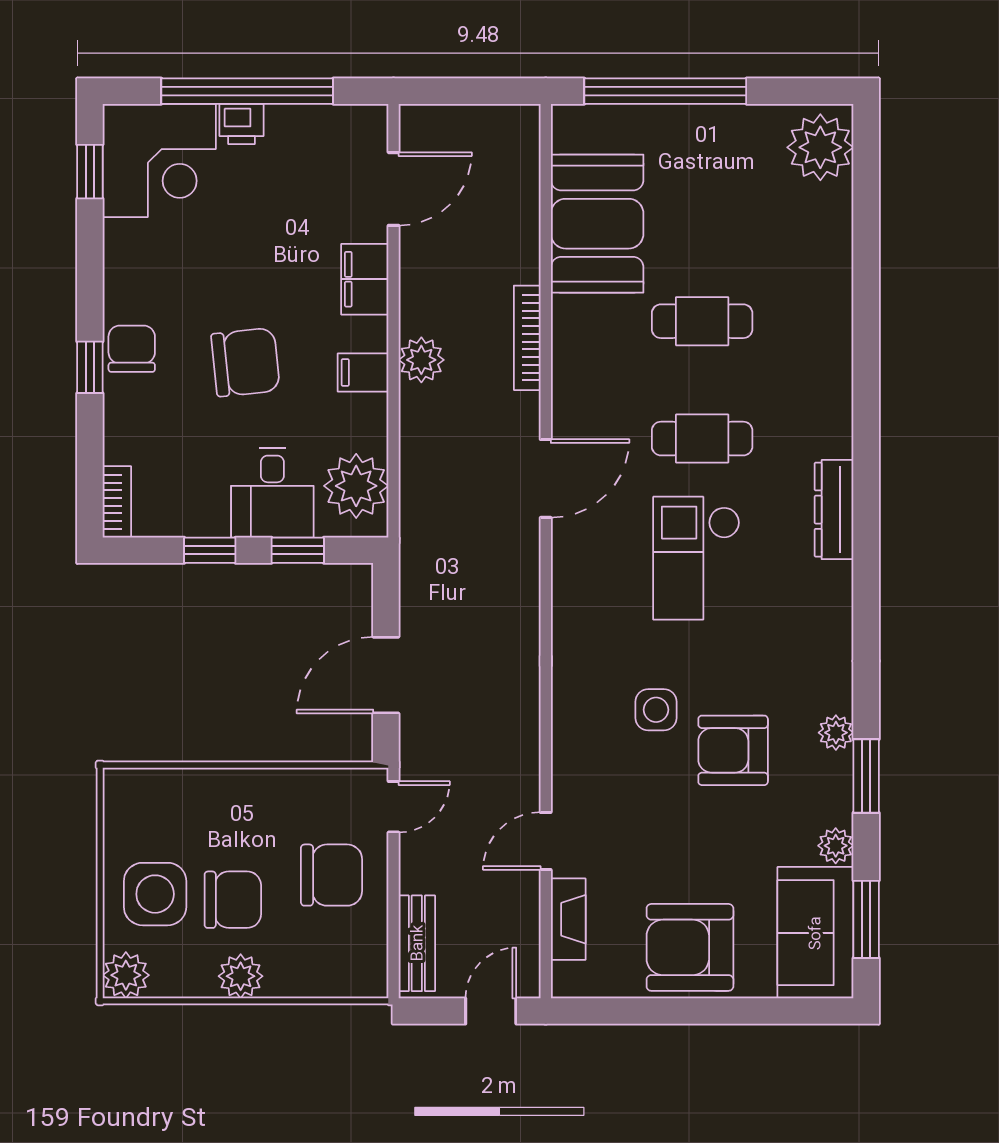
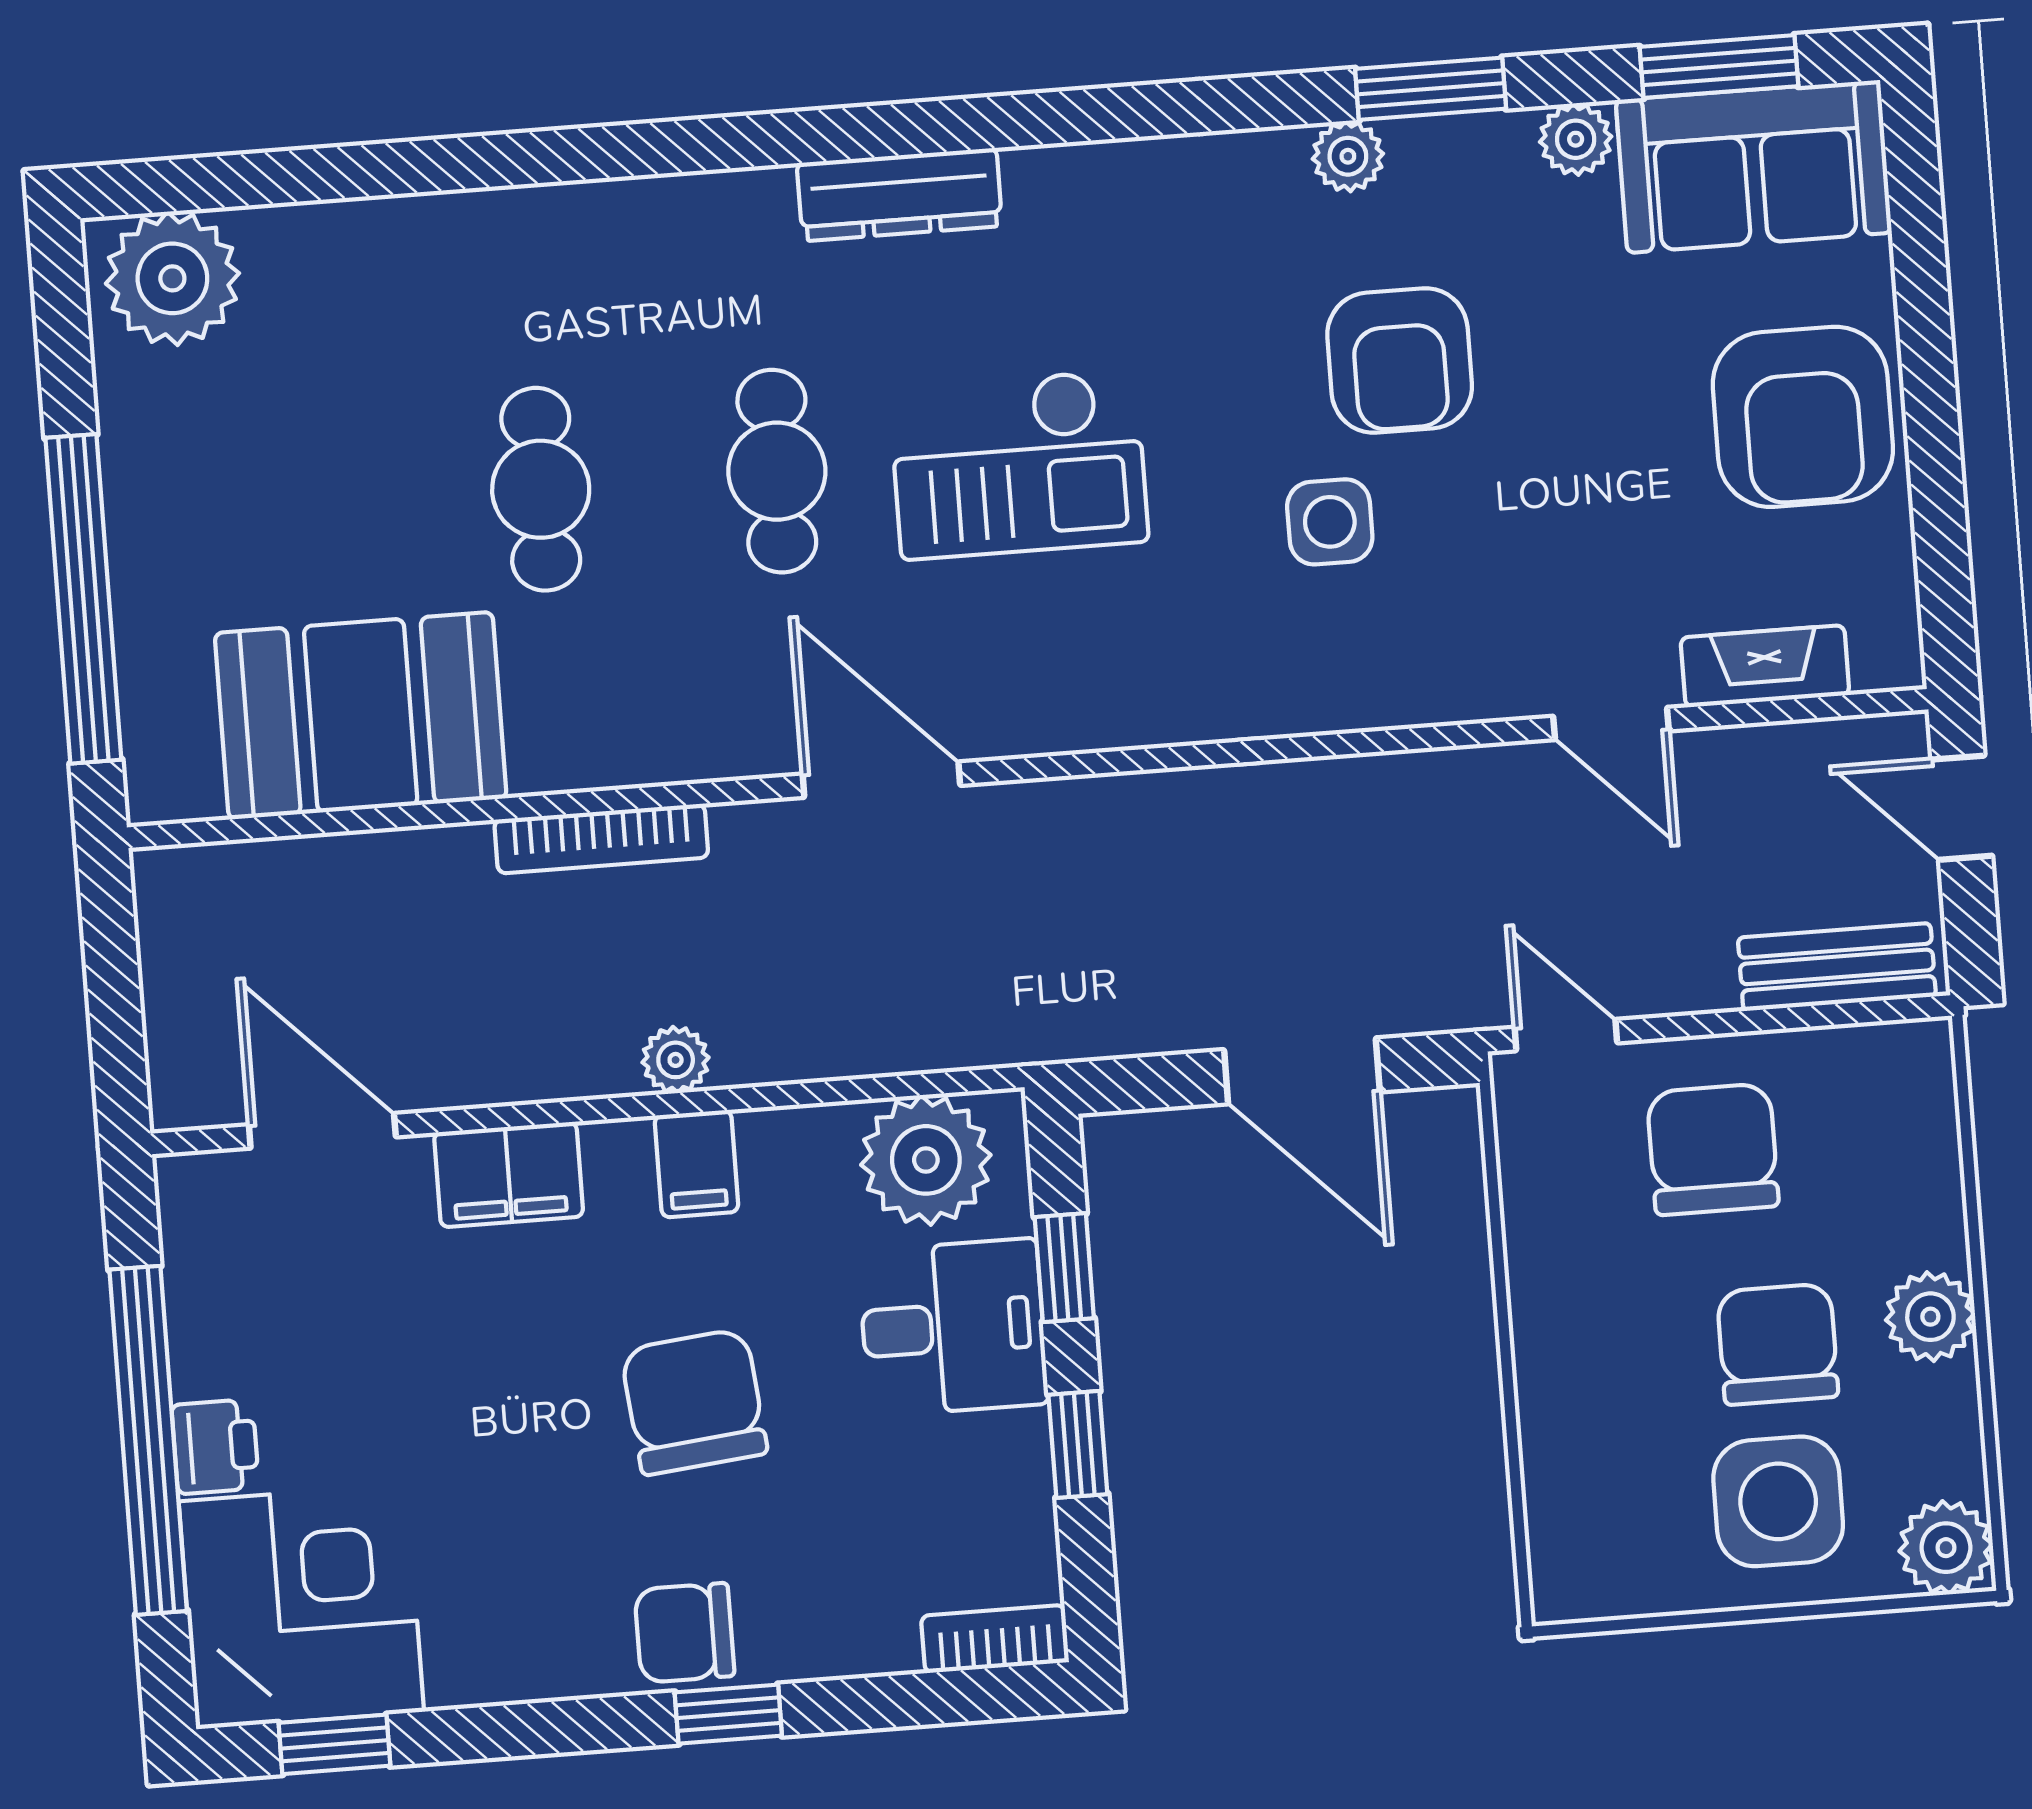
plant: (421, 360) -> (676, 1060), width x0.73, depth x0.73

